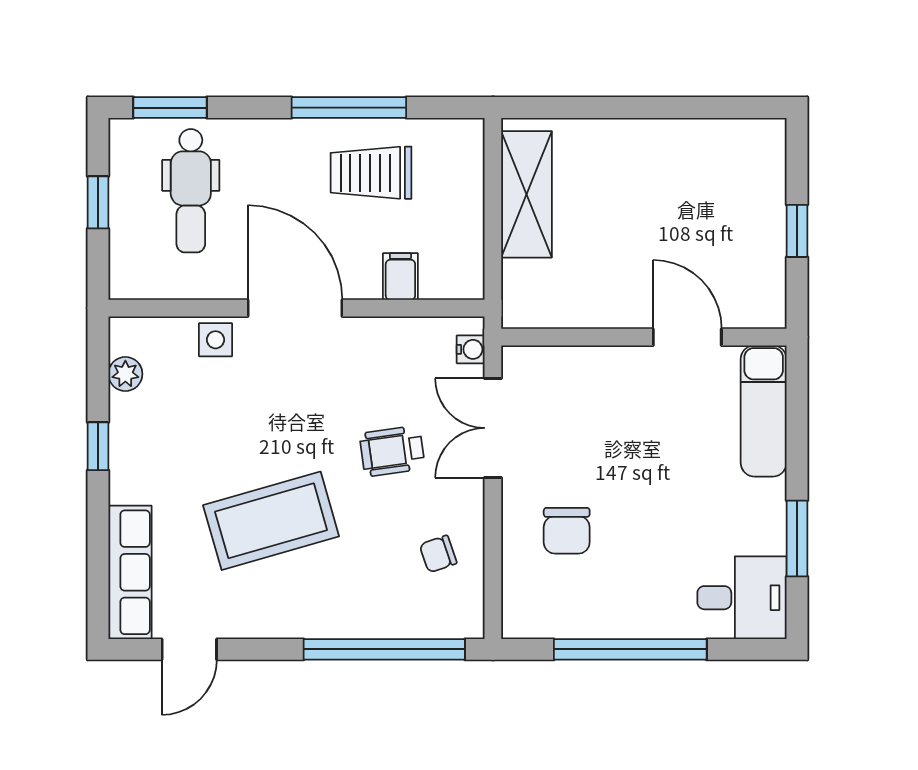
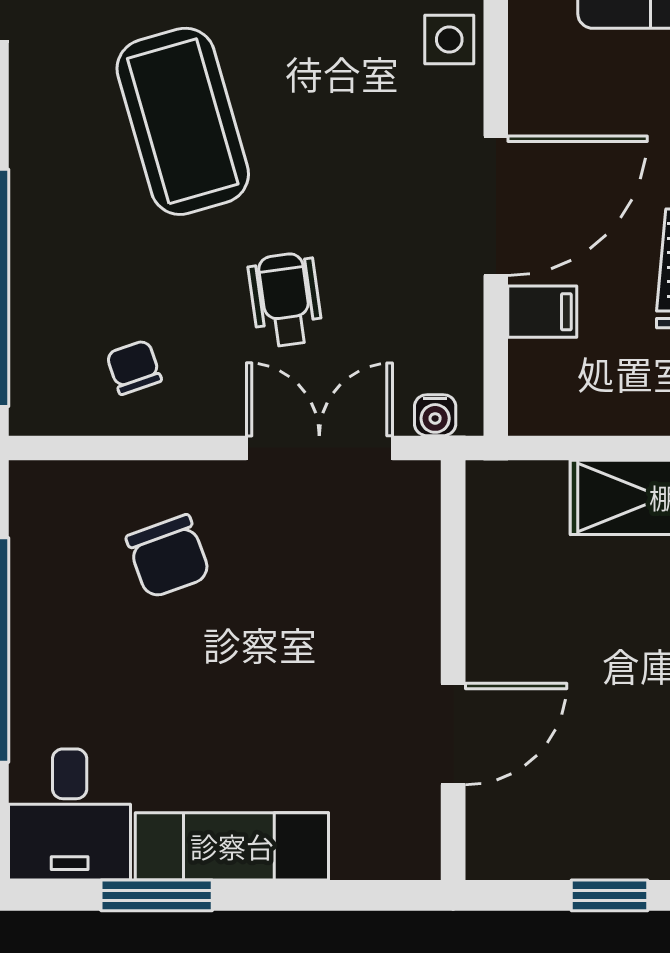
door: (295, 308) -> (496, 206), moved
exam couch: (764, 411) -> (232, 846), moved
chair: (567, 531) -> (168, 556), turned -110

